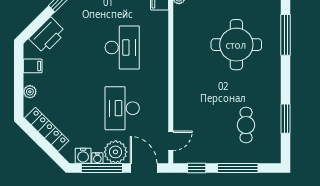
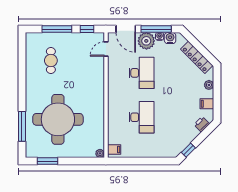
printer: (47, 35) -> (202, 124), width x0.53, depth x0.68
round table: (236, 45) -> (58, 119), width x1.36, depth x1.36
desk: (122, 48) -> (141, 117), turned 180
window: (286, 119) -> (22, 65), removed

